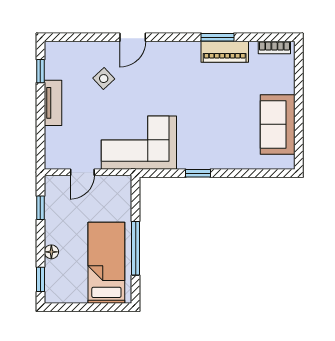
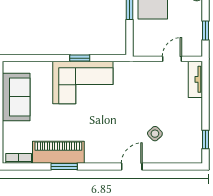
piano: (225, 52) -> (58, 152), width x1.37, depth x1.33
tv unit: (53, 103) -> (195, 79), moved
corner sofa: (139, 143) -> (83, 83), moved

